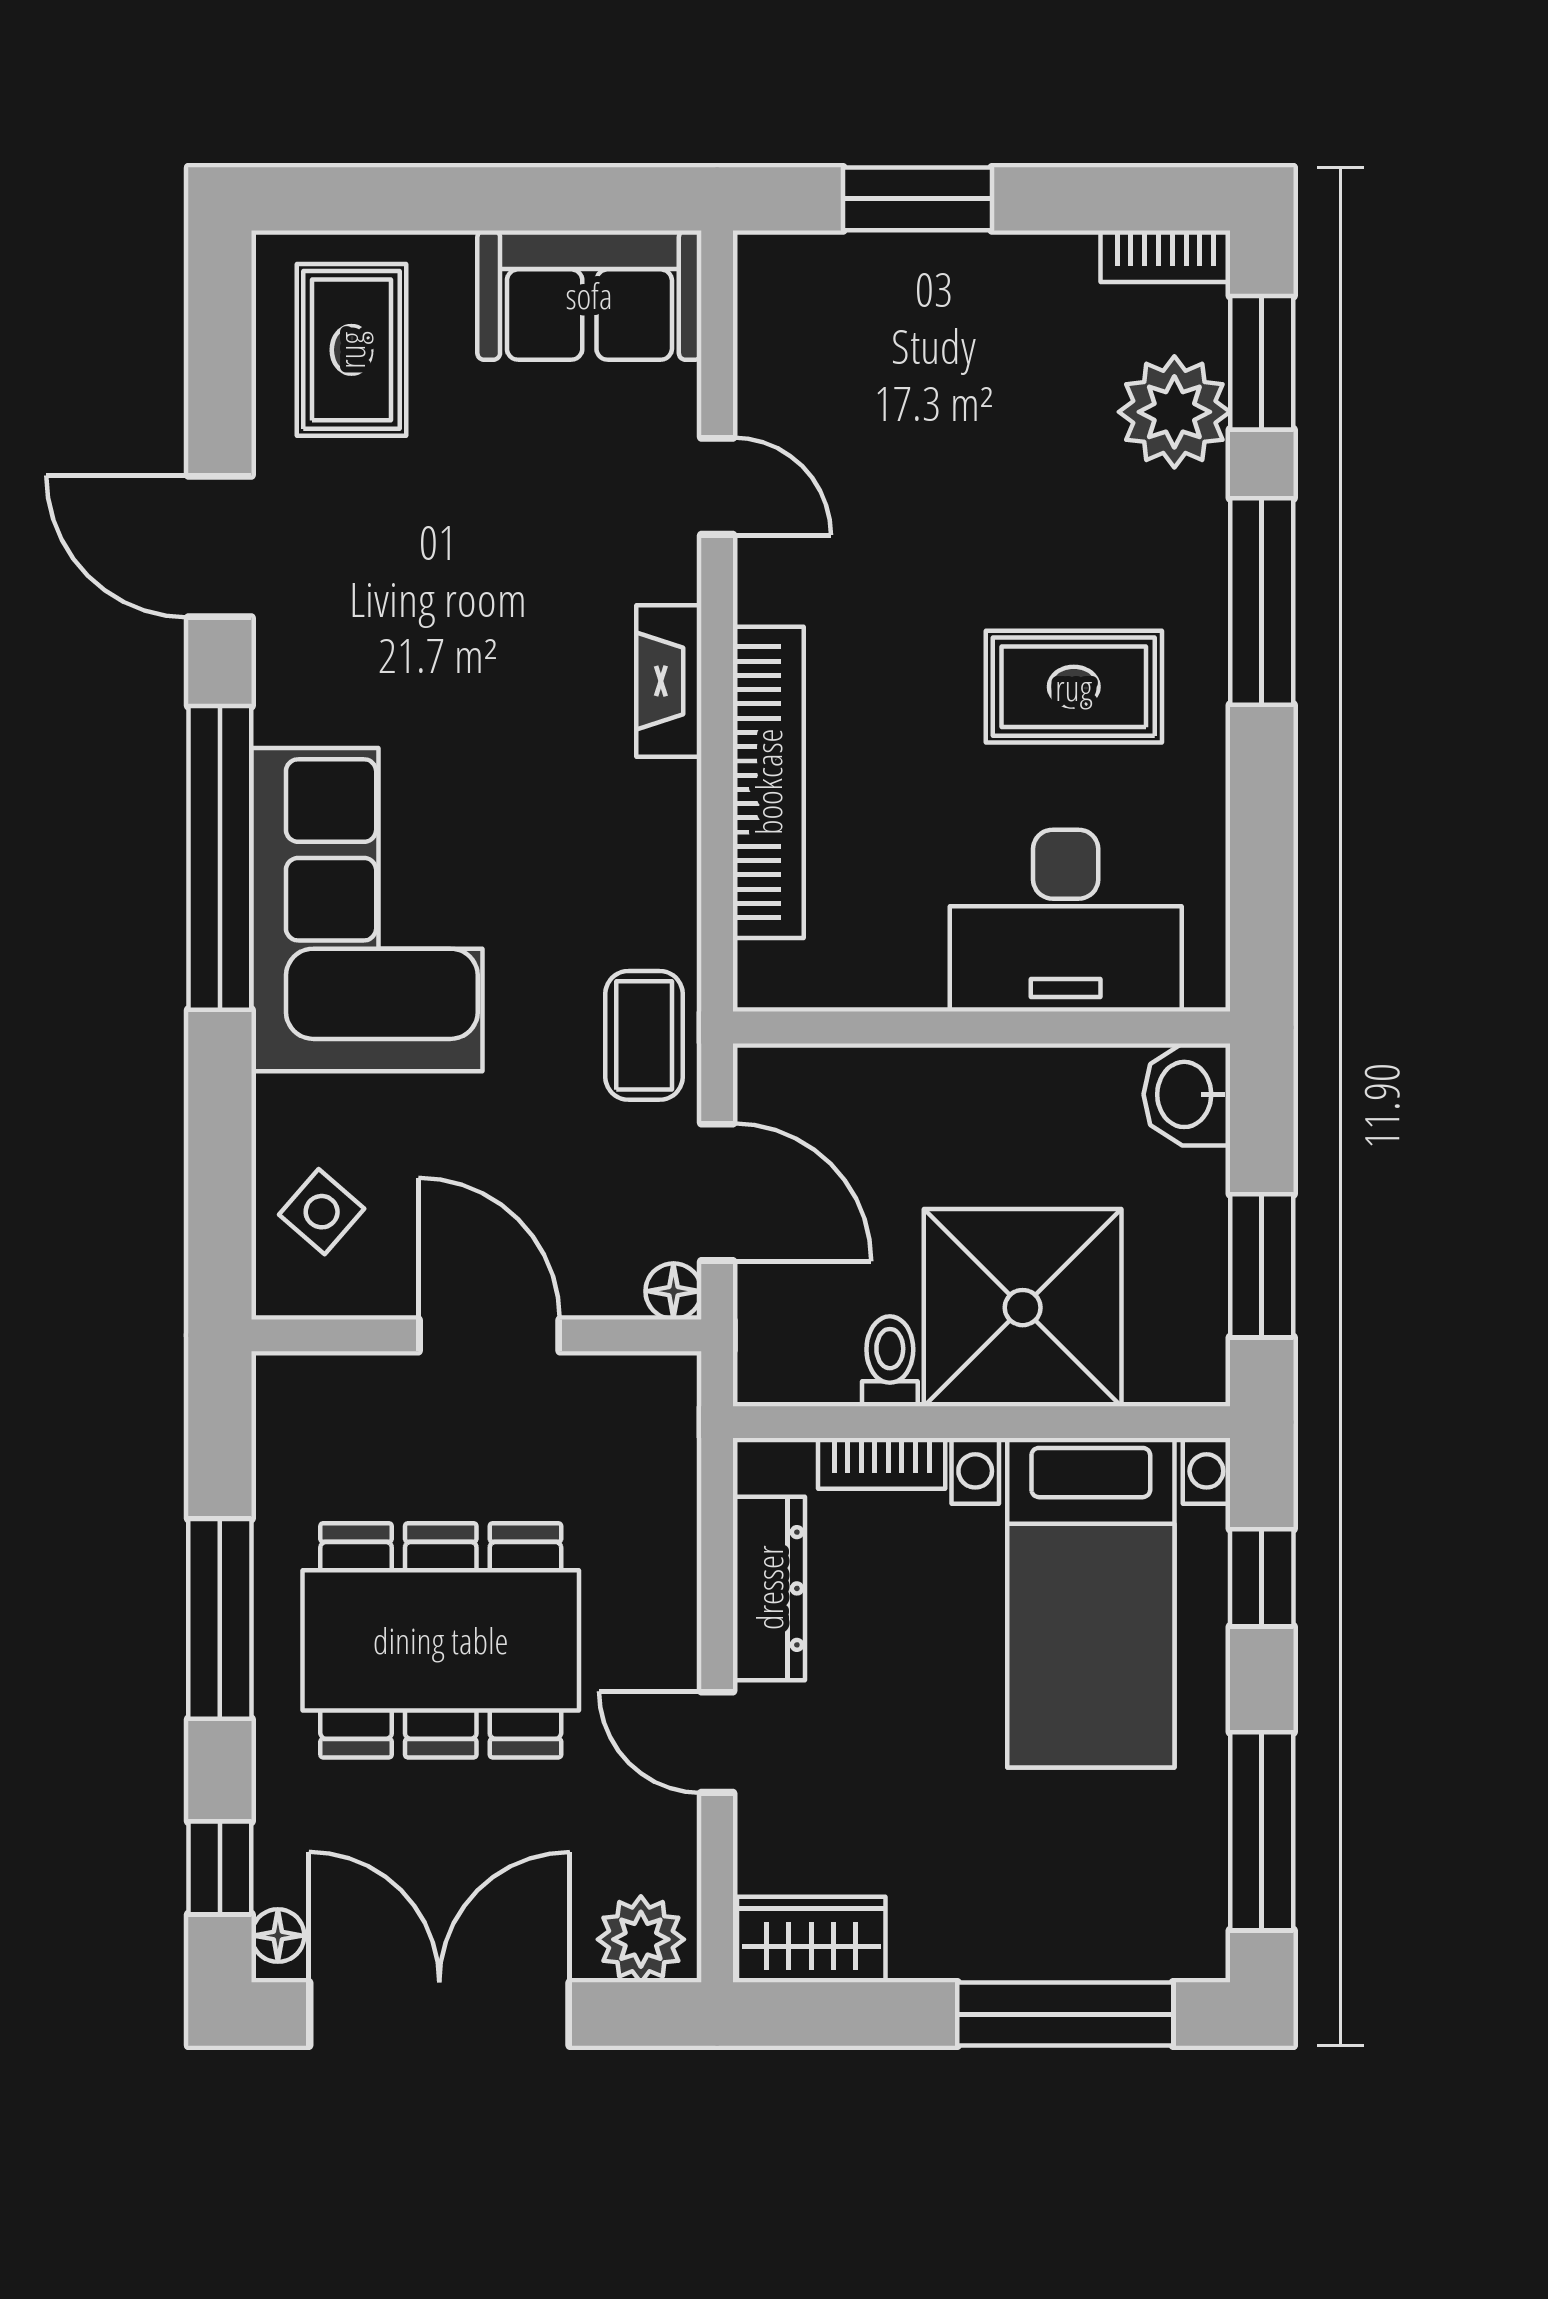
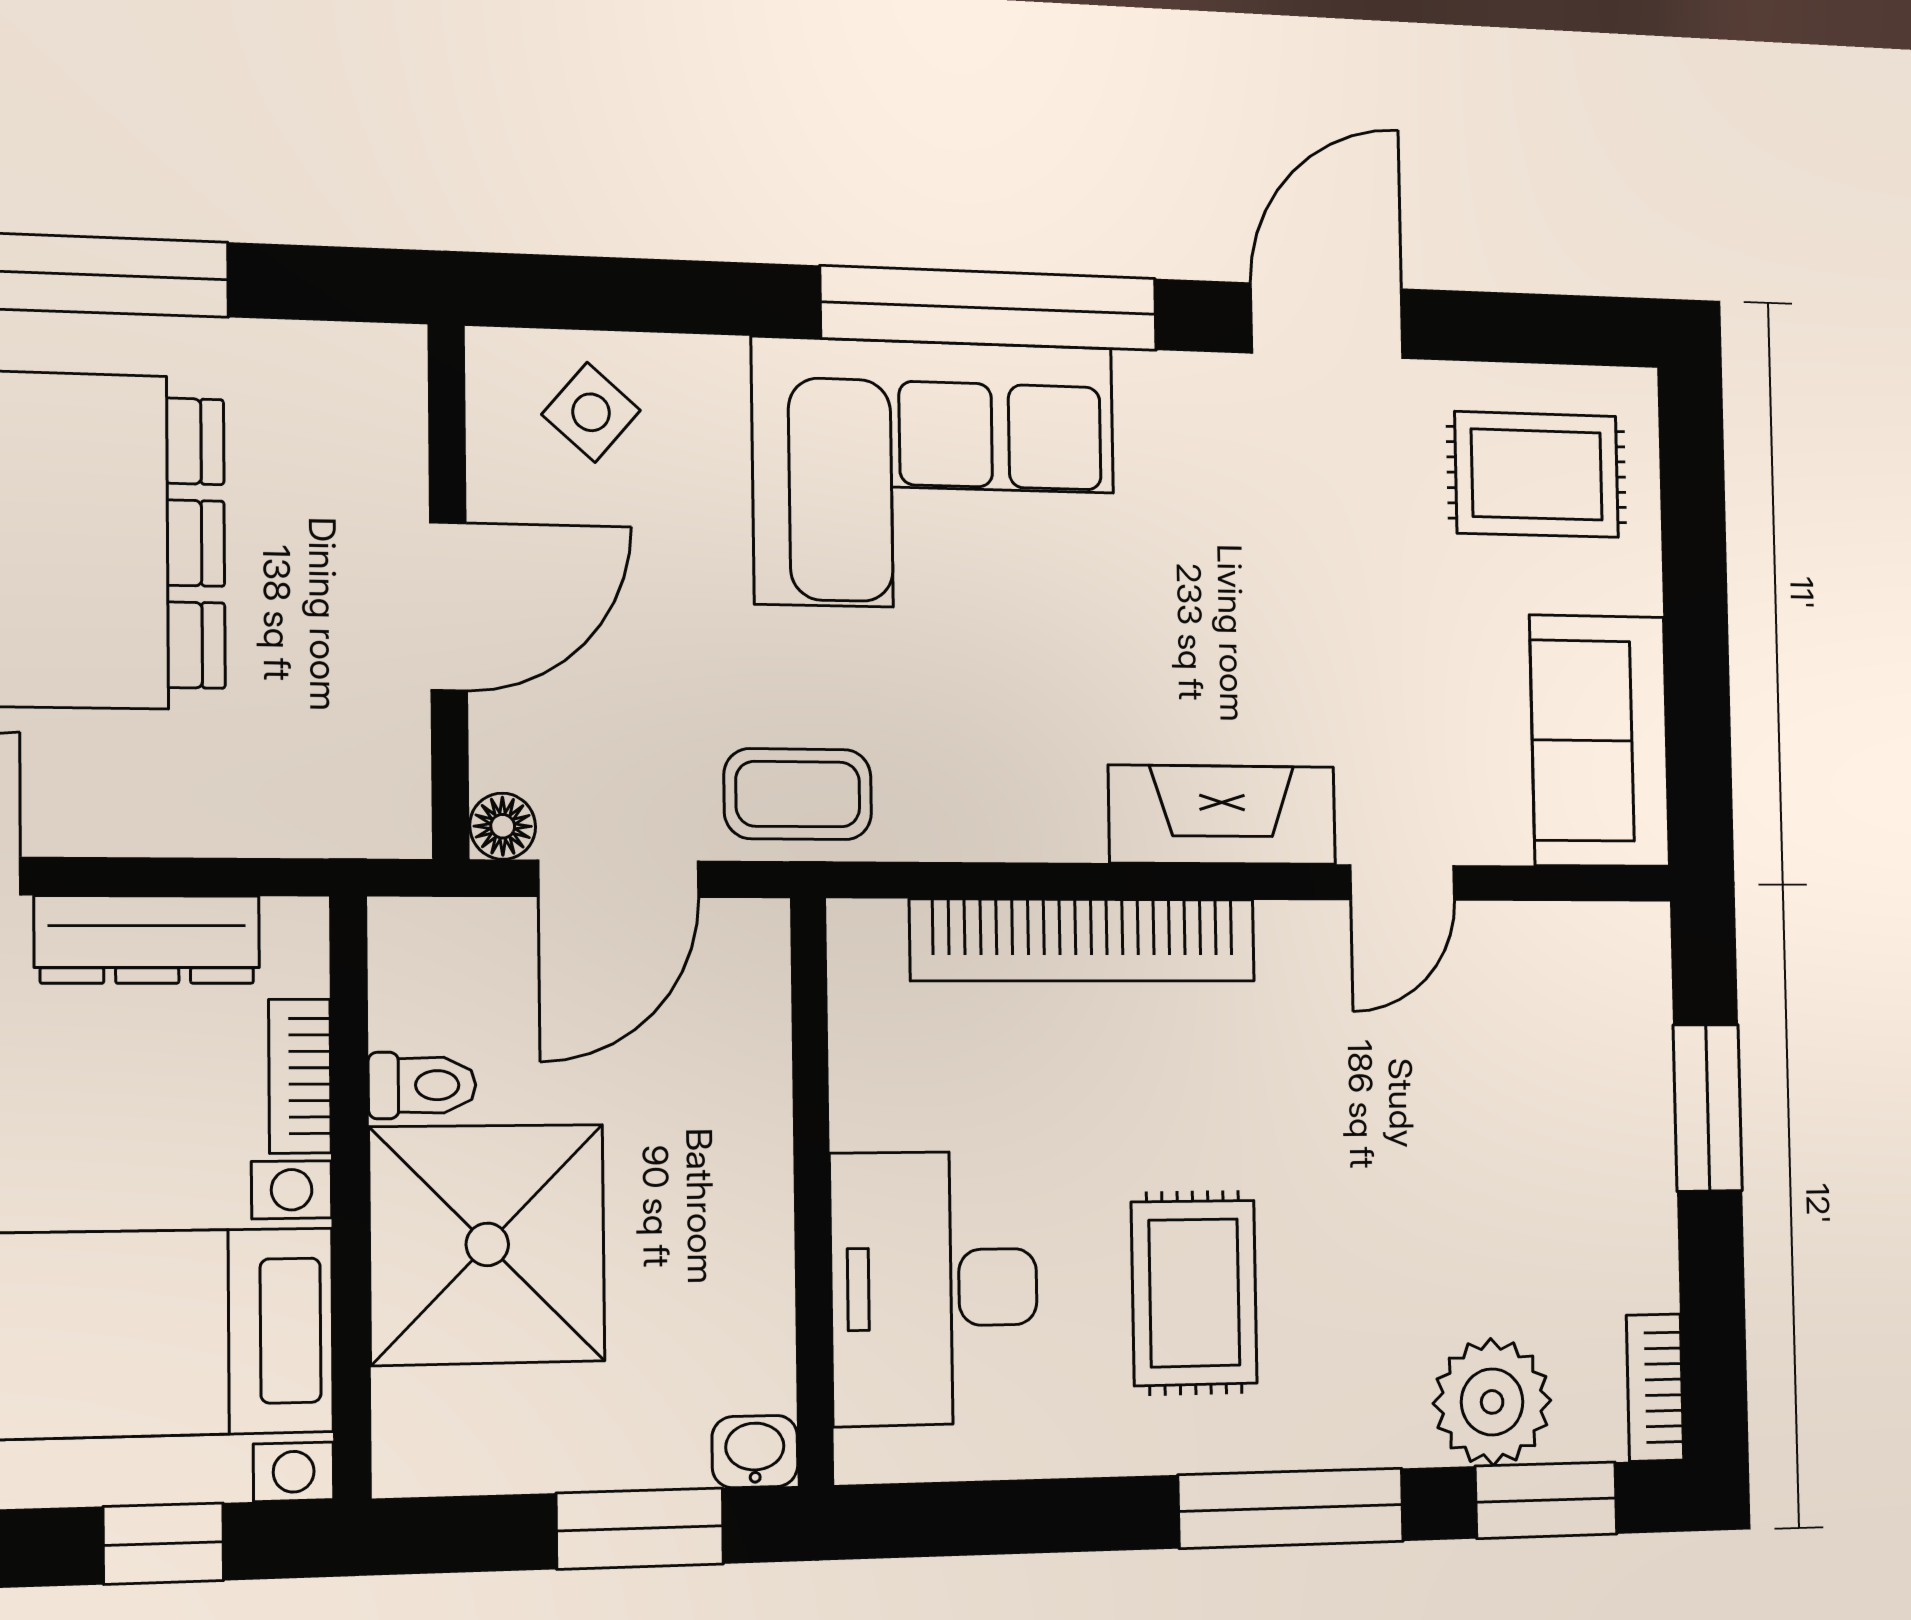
fireplace: (669, 681) -> (1222, 815), width x1.37, depth x1.32
washbasin: (1187, 1094) -> (755, 1452), width x0.72, depth x0.69
window: (1262, 1266) -> (640, 1529), moved

